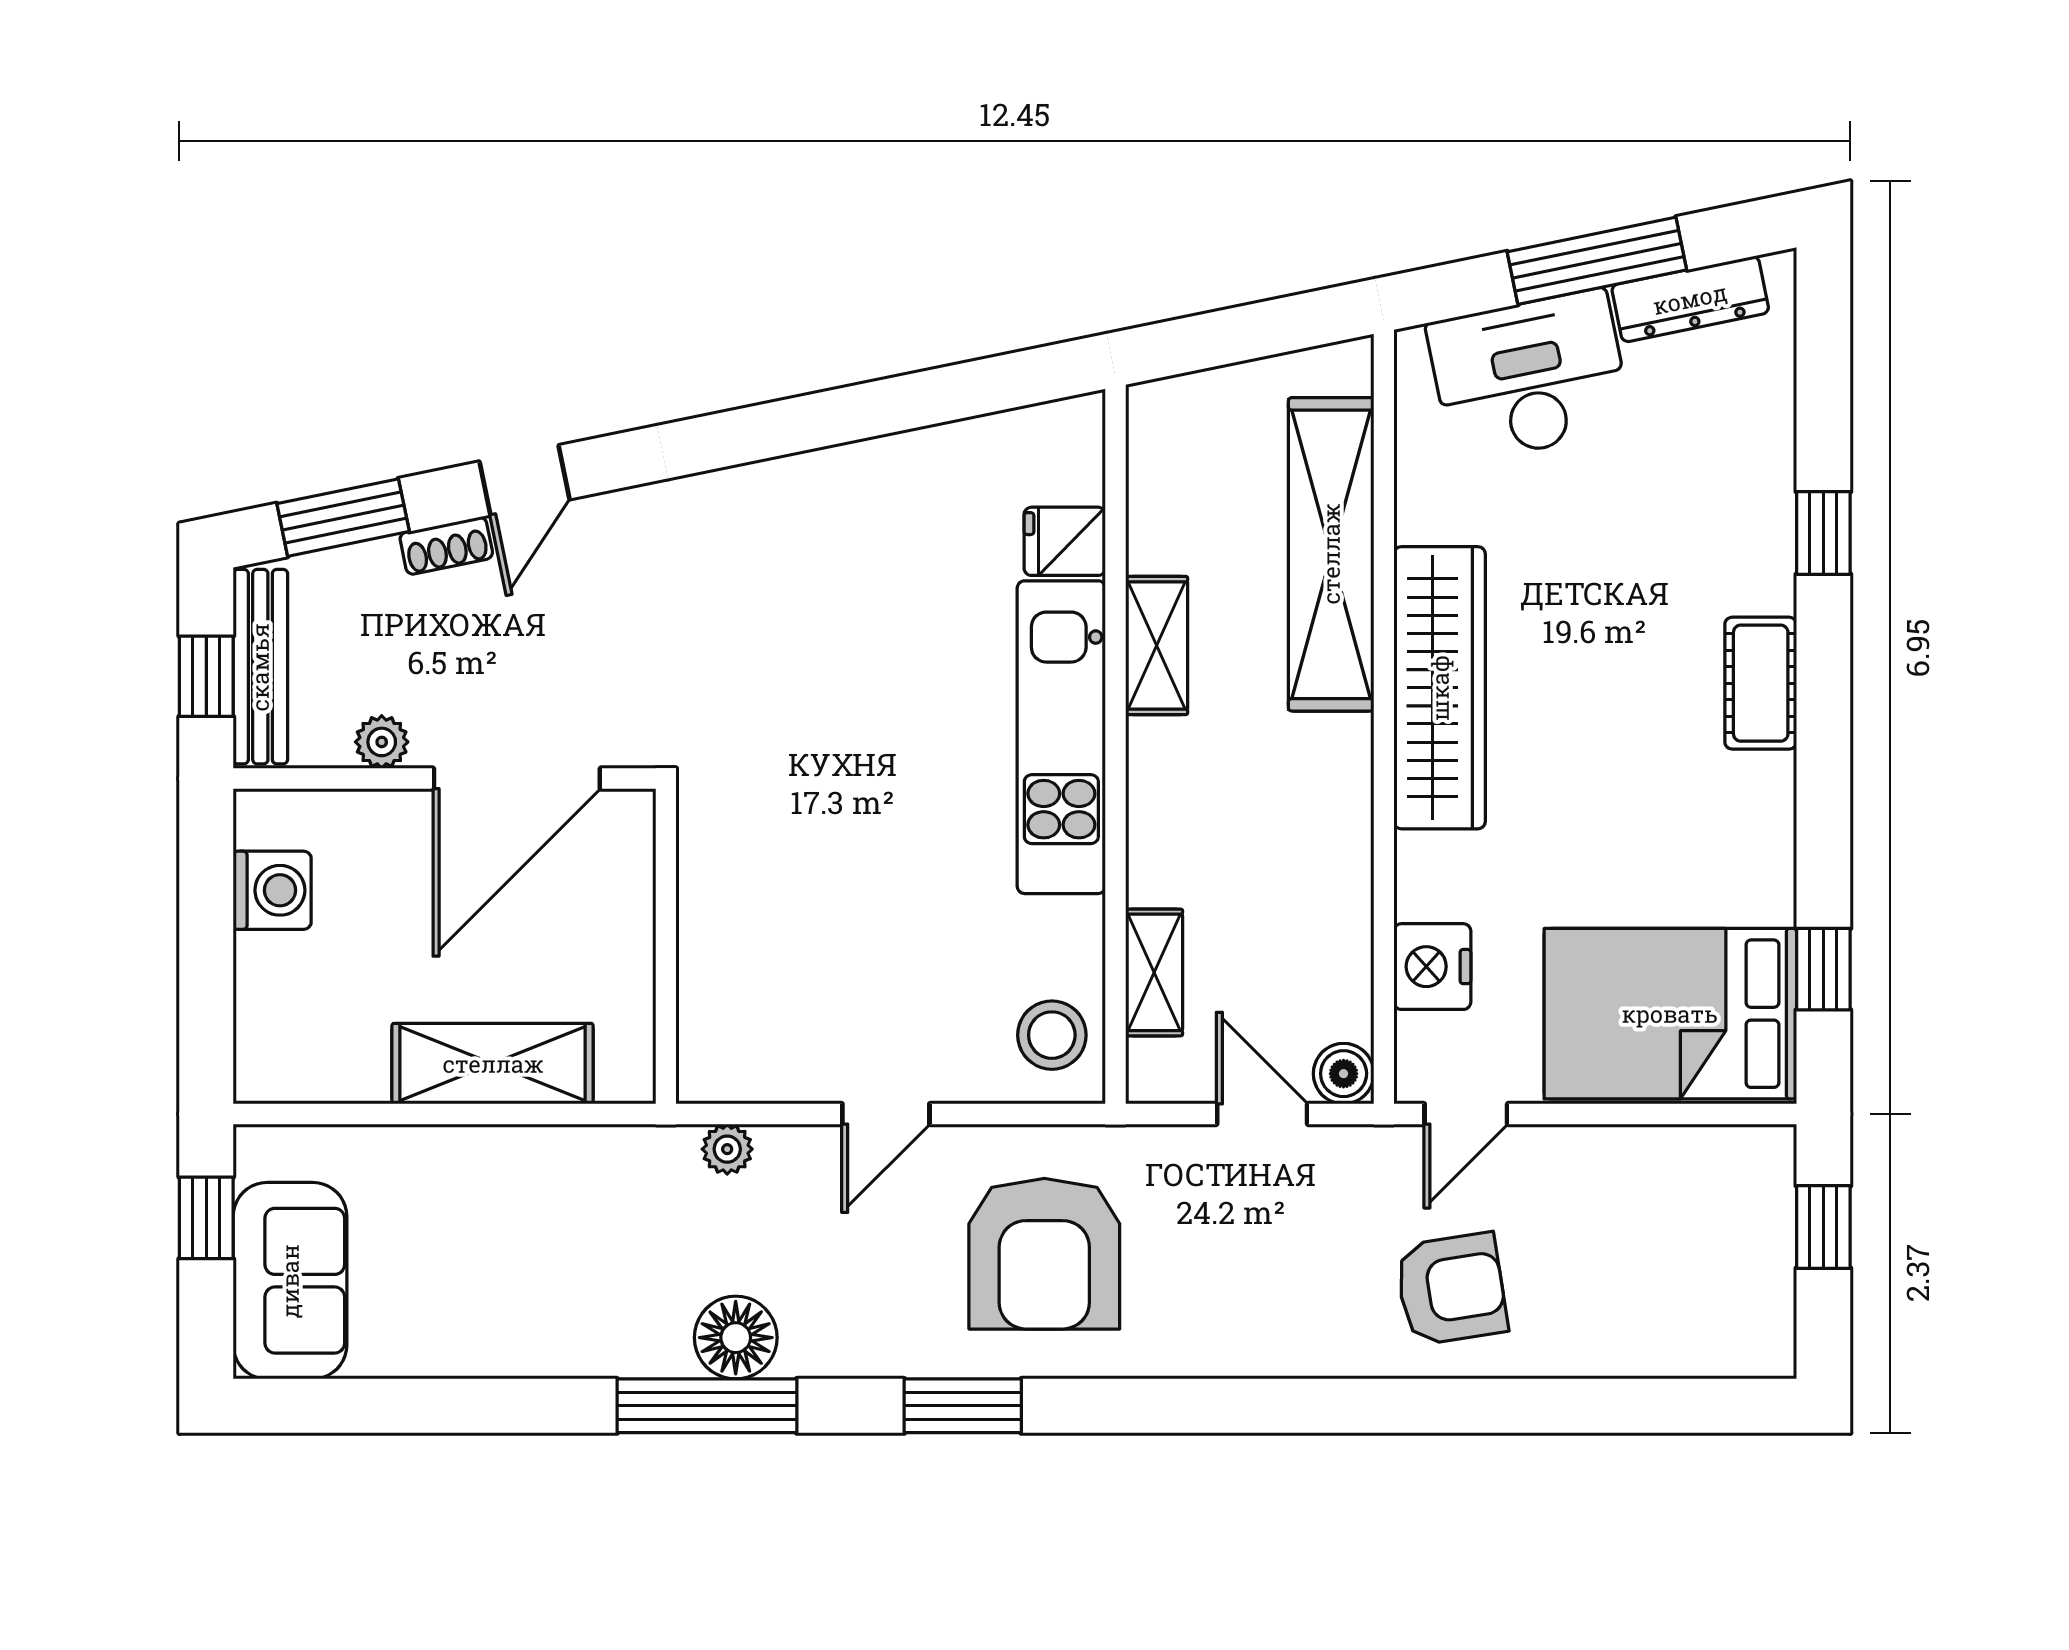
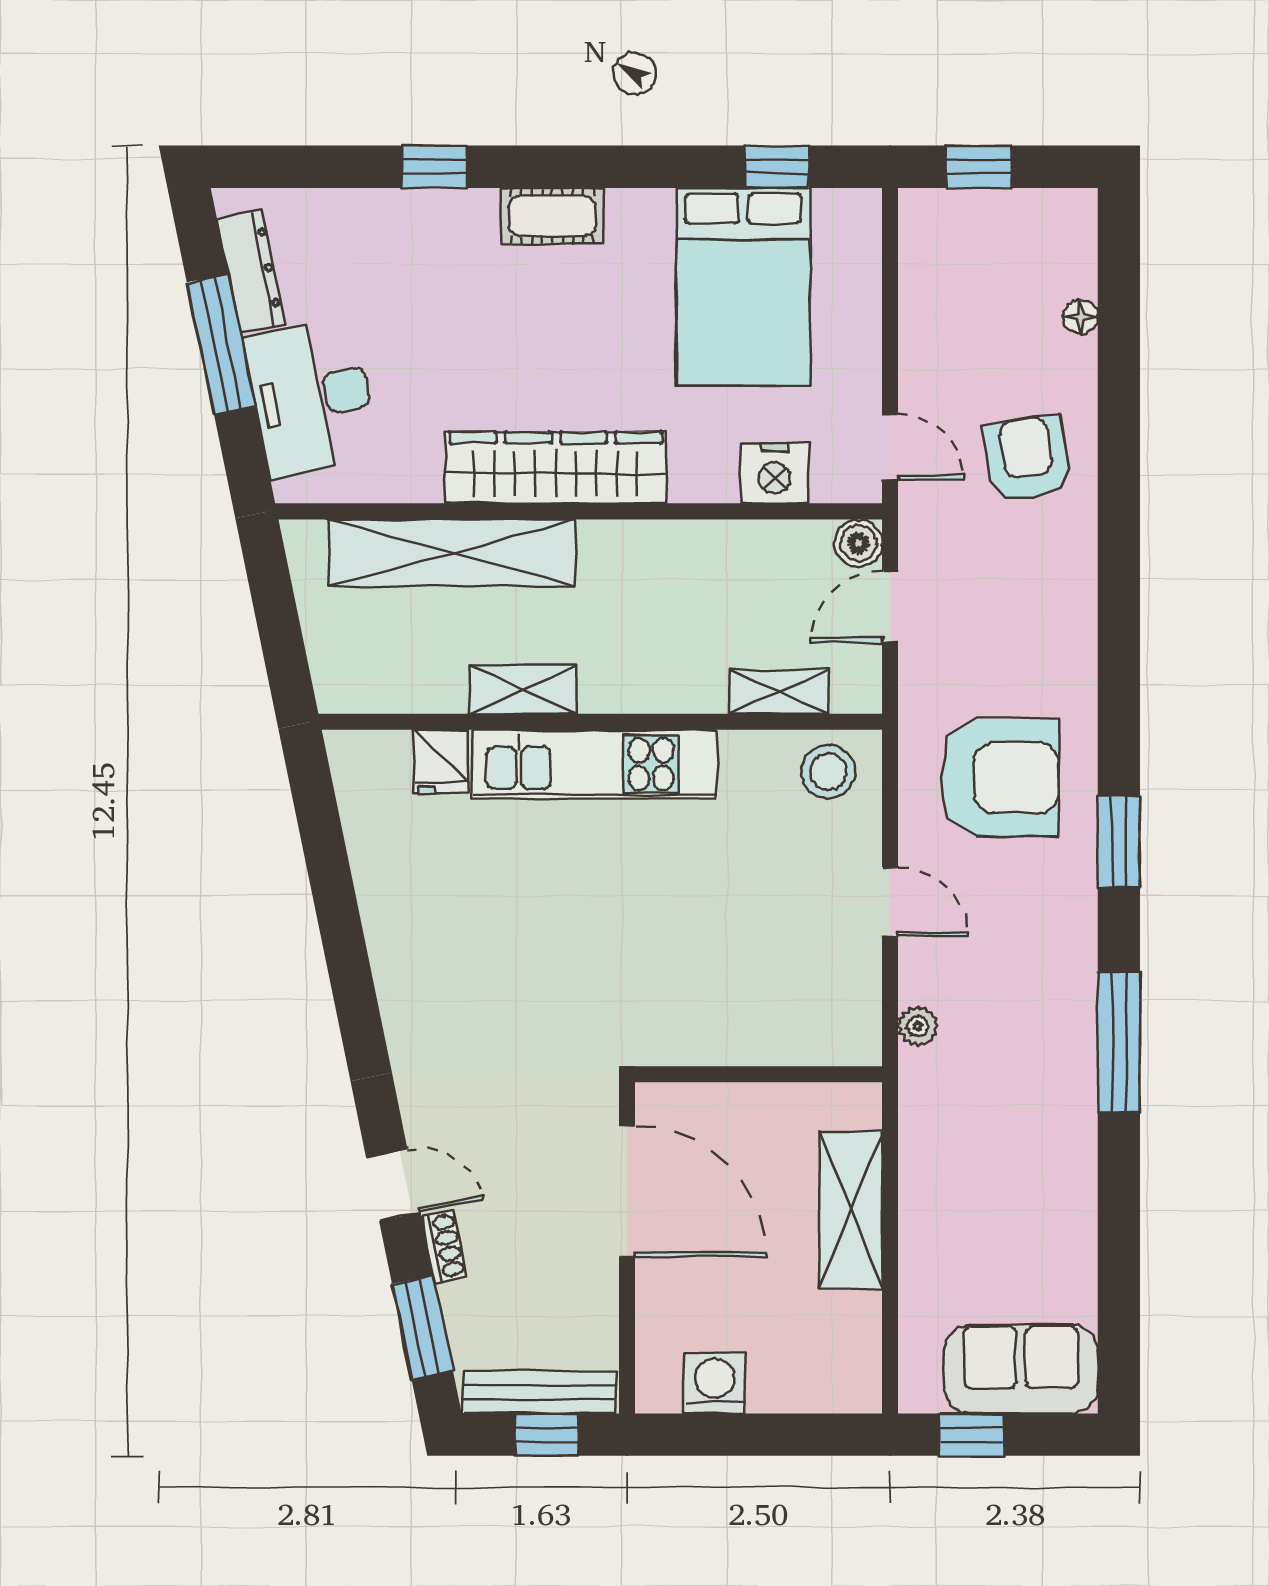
plant: (382, 742) -> (598, 1297), removed
bed: (1670, 1014) -> (743, 287), moved
floor lamp: (736, 1338) -> (1081, 317), moved, width x0.53, depth x0.53

